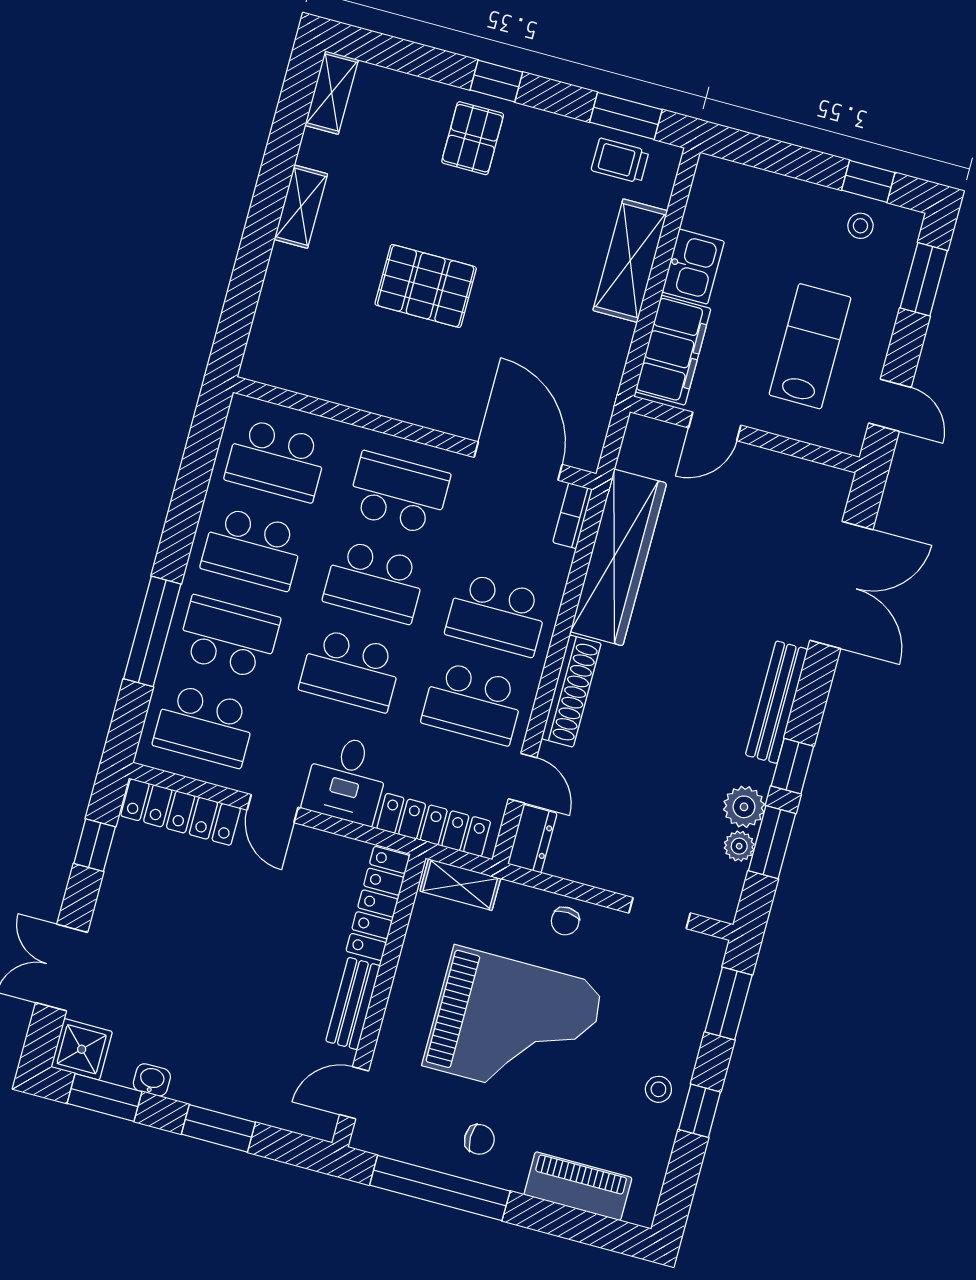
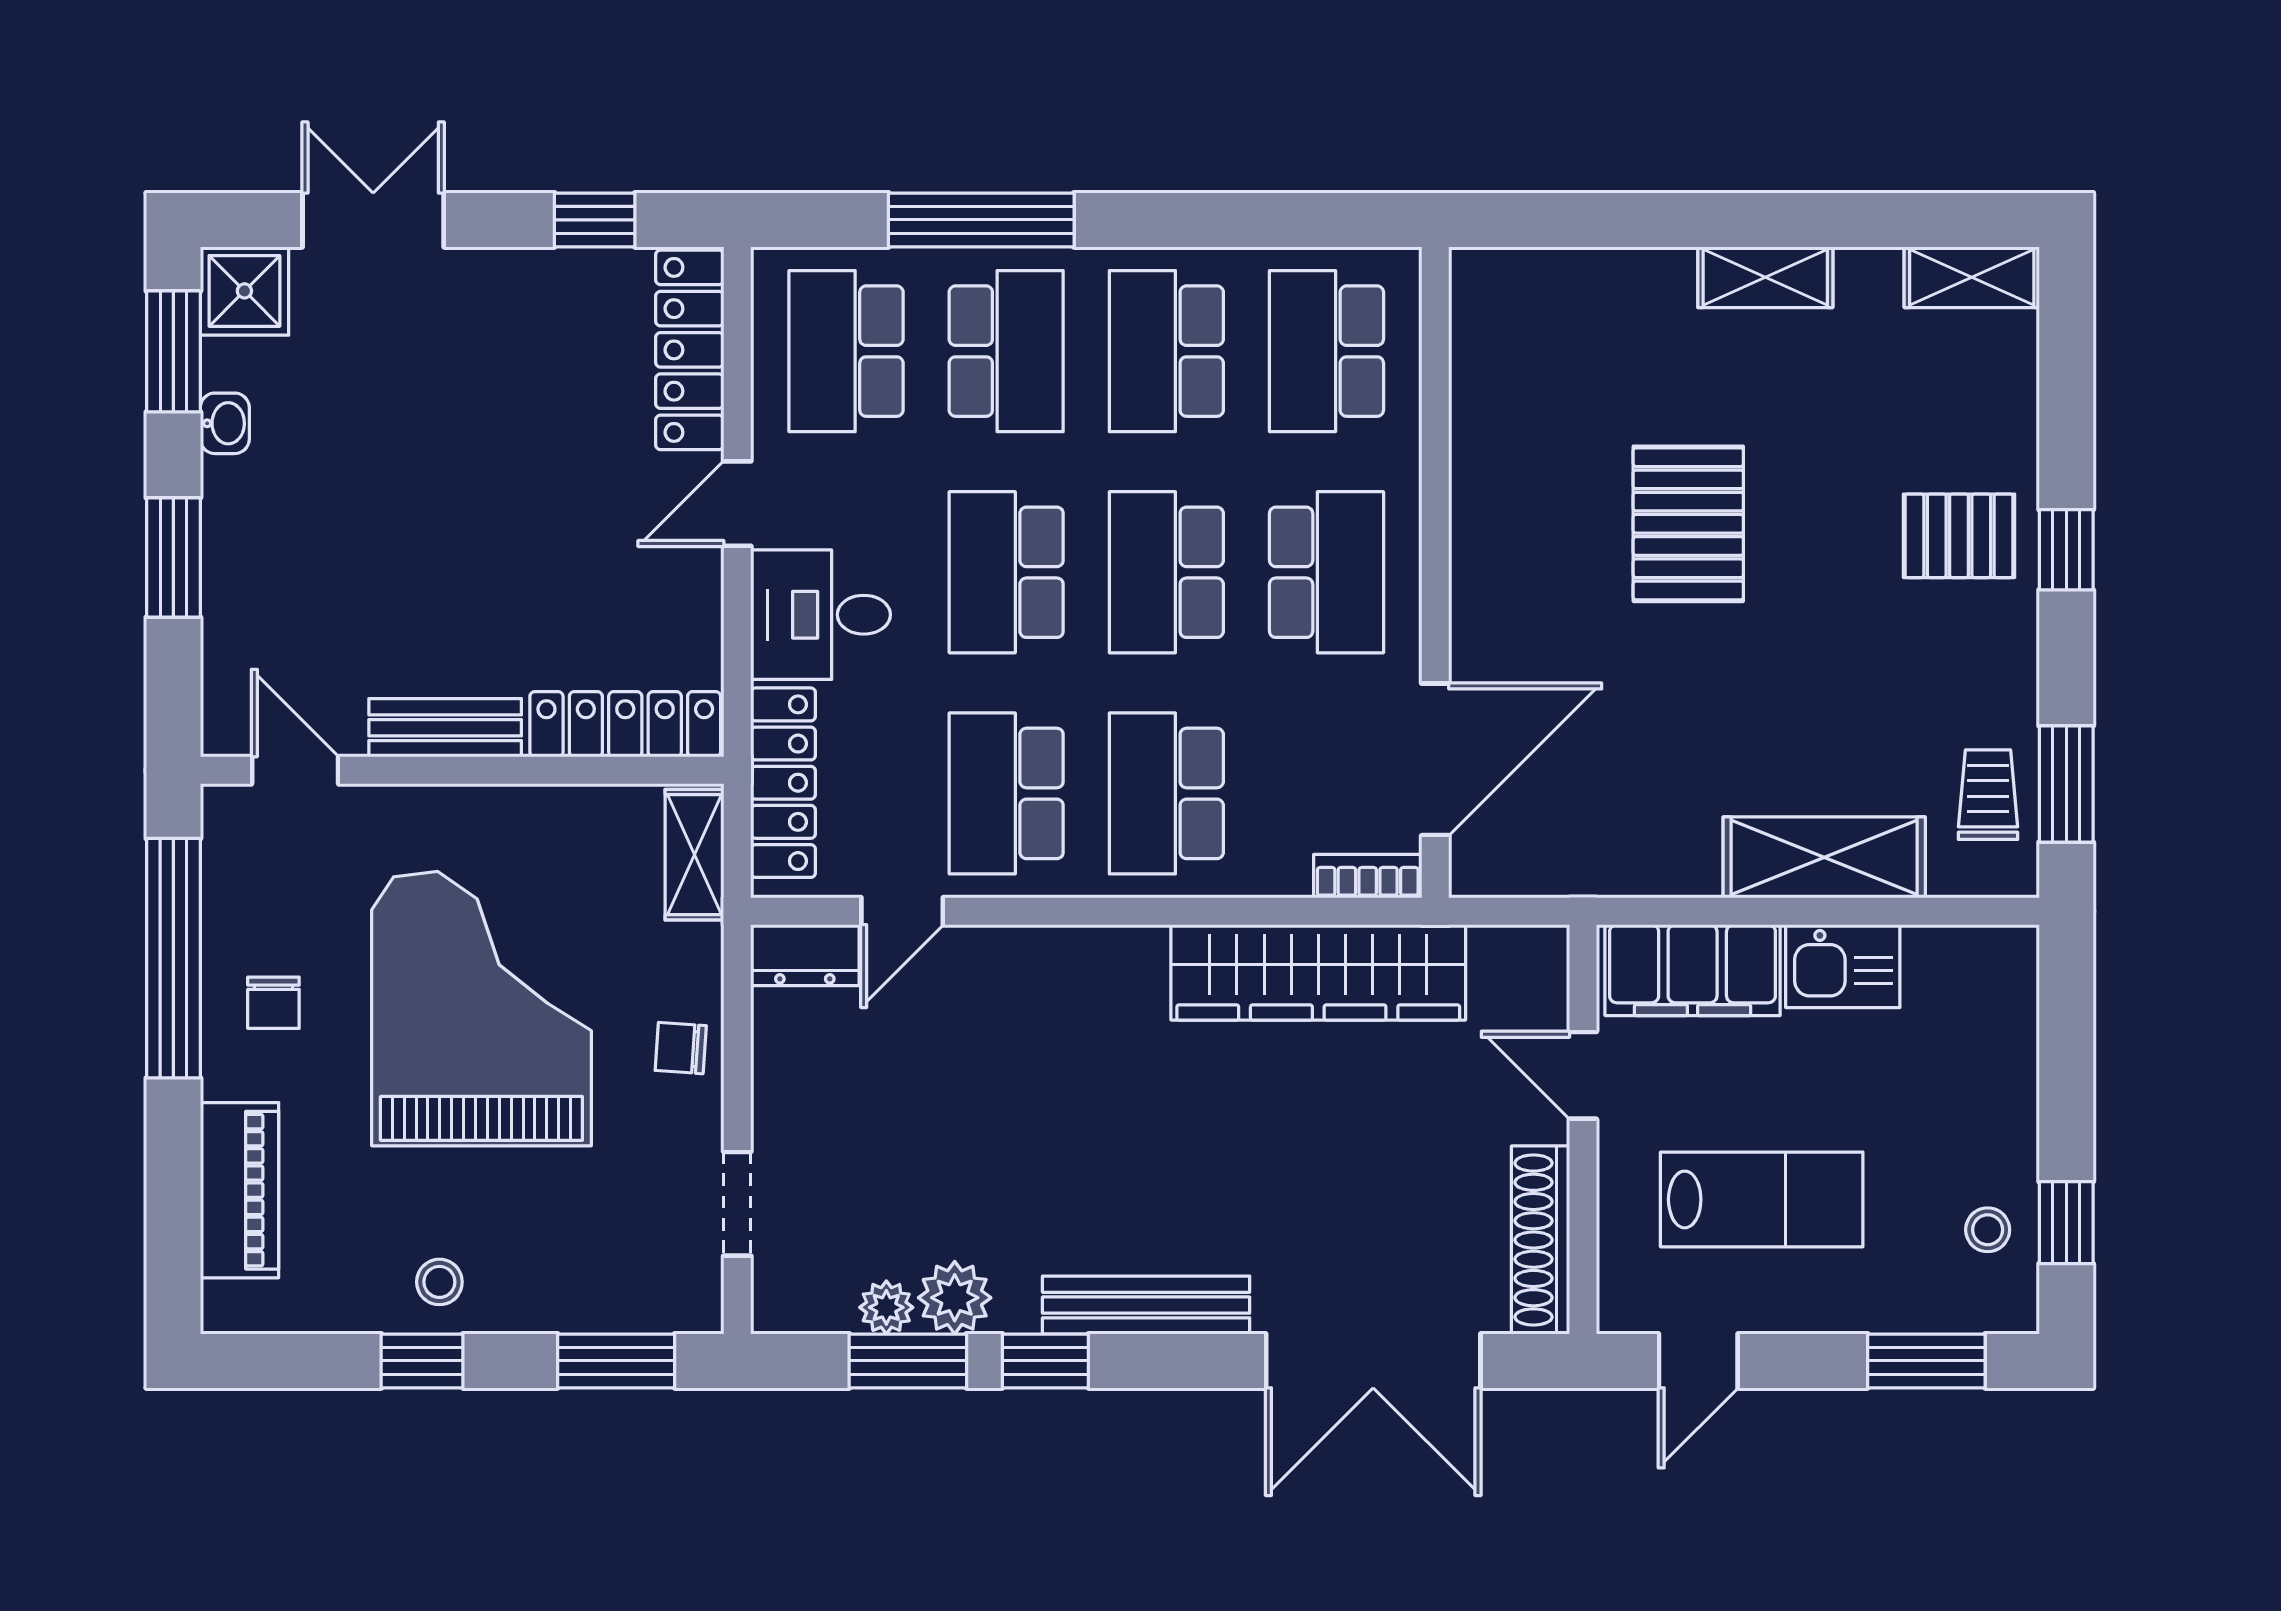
shoe rack: (571, 691) -> (1540, 1240), moved, turned 90
grand piano: (514, 1025) -> (481, 1009), turned 180

